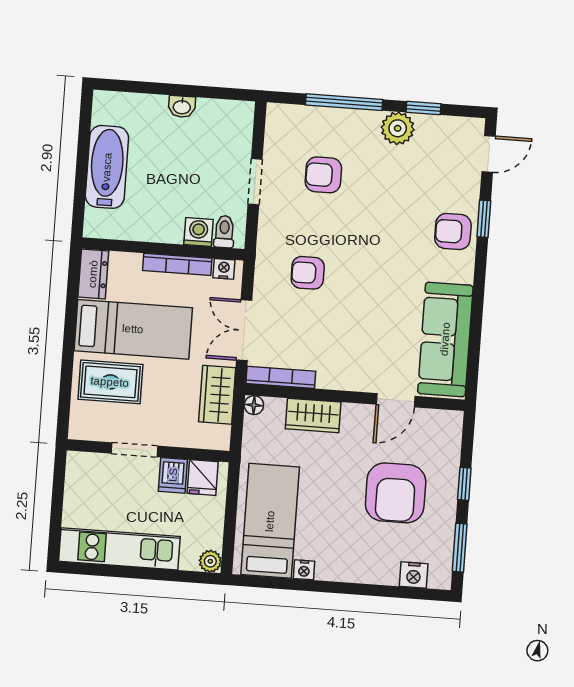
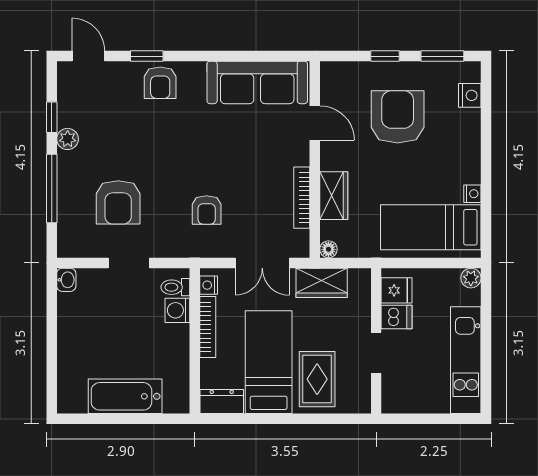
washbasin: (182, 107) -> (66, 280), moved
plant: (398, 128) -> (68, 139), width x0.73, depth x0.73
armchair: (323, 175) -> (118, 202), width x1.38, depth x1.38
bookcase: (281, 377) -> (302, 198), moved
armchair: (396, 493) -> (398, 117), turned -90

